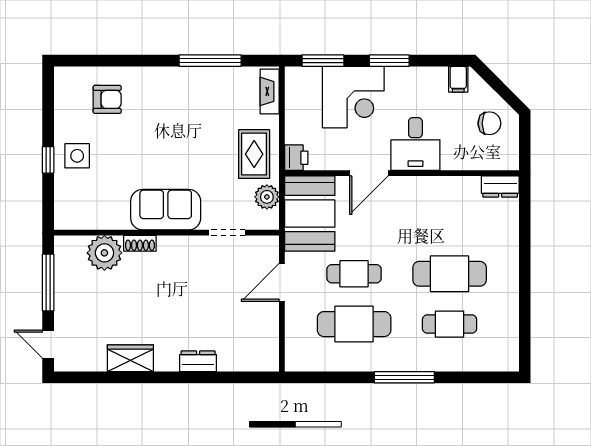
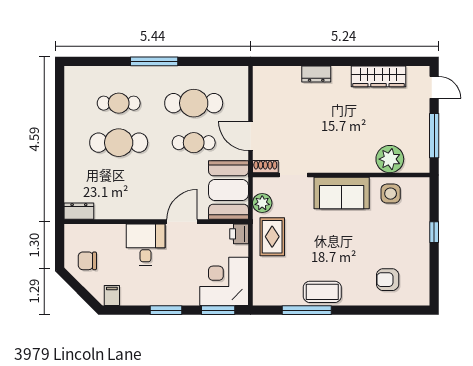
coffee table: (190, 84) -> (322, 292), added
fireplace: (270, 91) -> (260, 286), removed
corner desk: (353, 97) -> (224, 281), moved
side table: (77, 156) -> (391, 194), moved
shoe rack: (140, 243) -> (265, 167), moved
door: (282, 282) -> (250, 136), swing flipped
wardrobe: (130, 358) -> (378, 76), width x1.50

